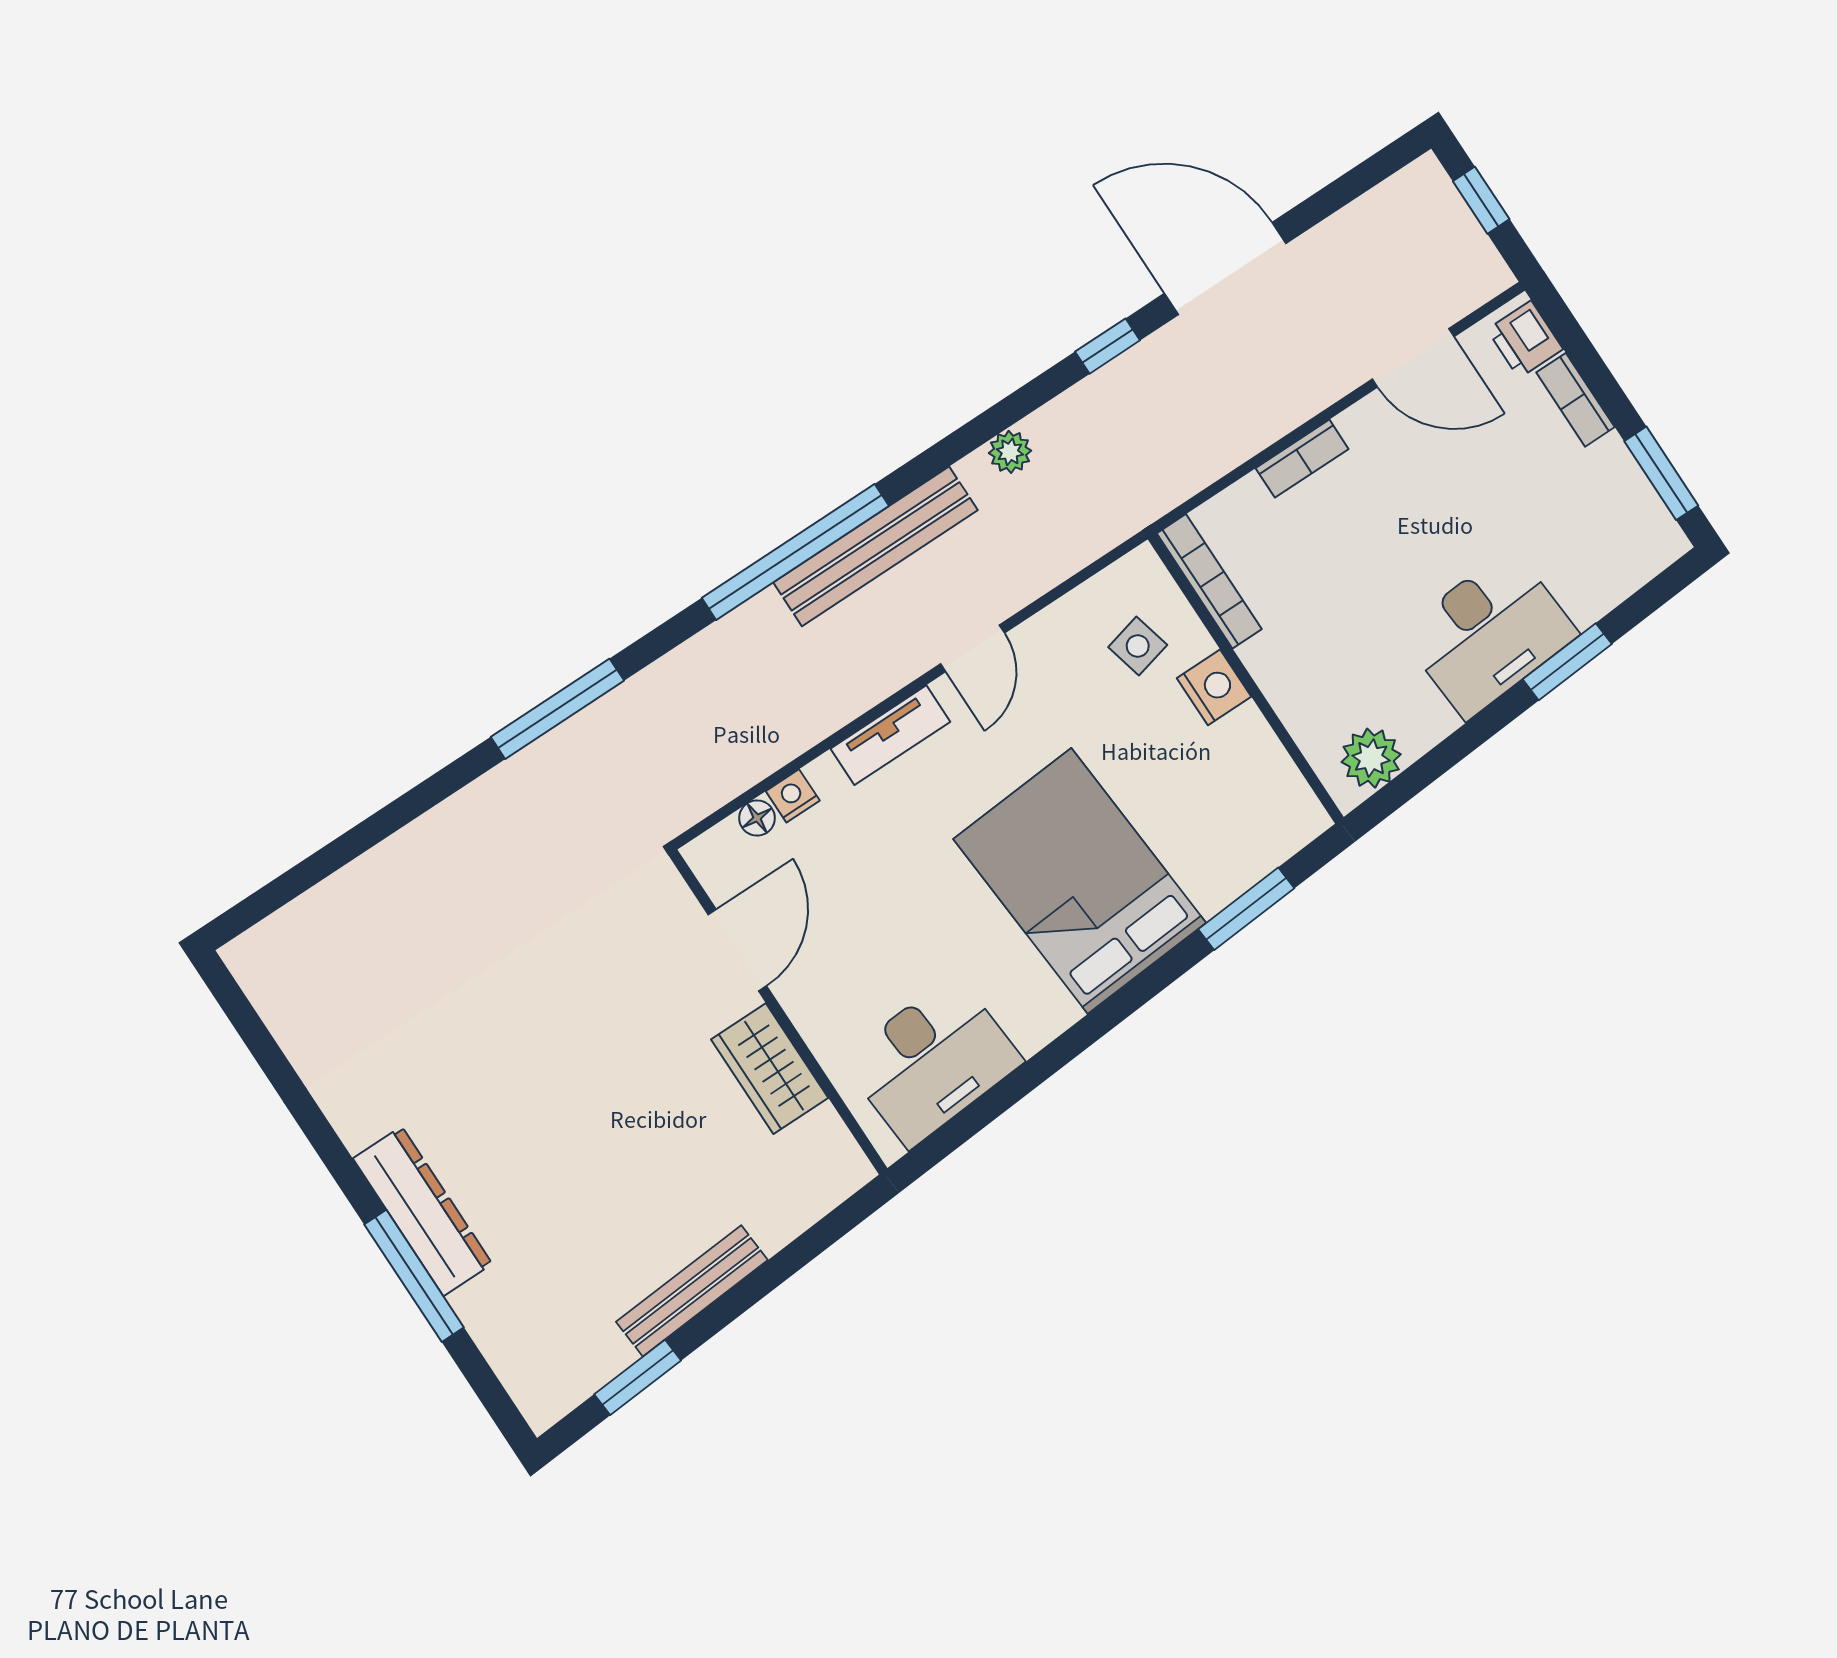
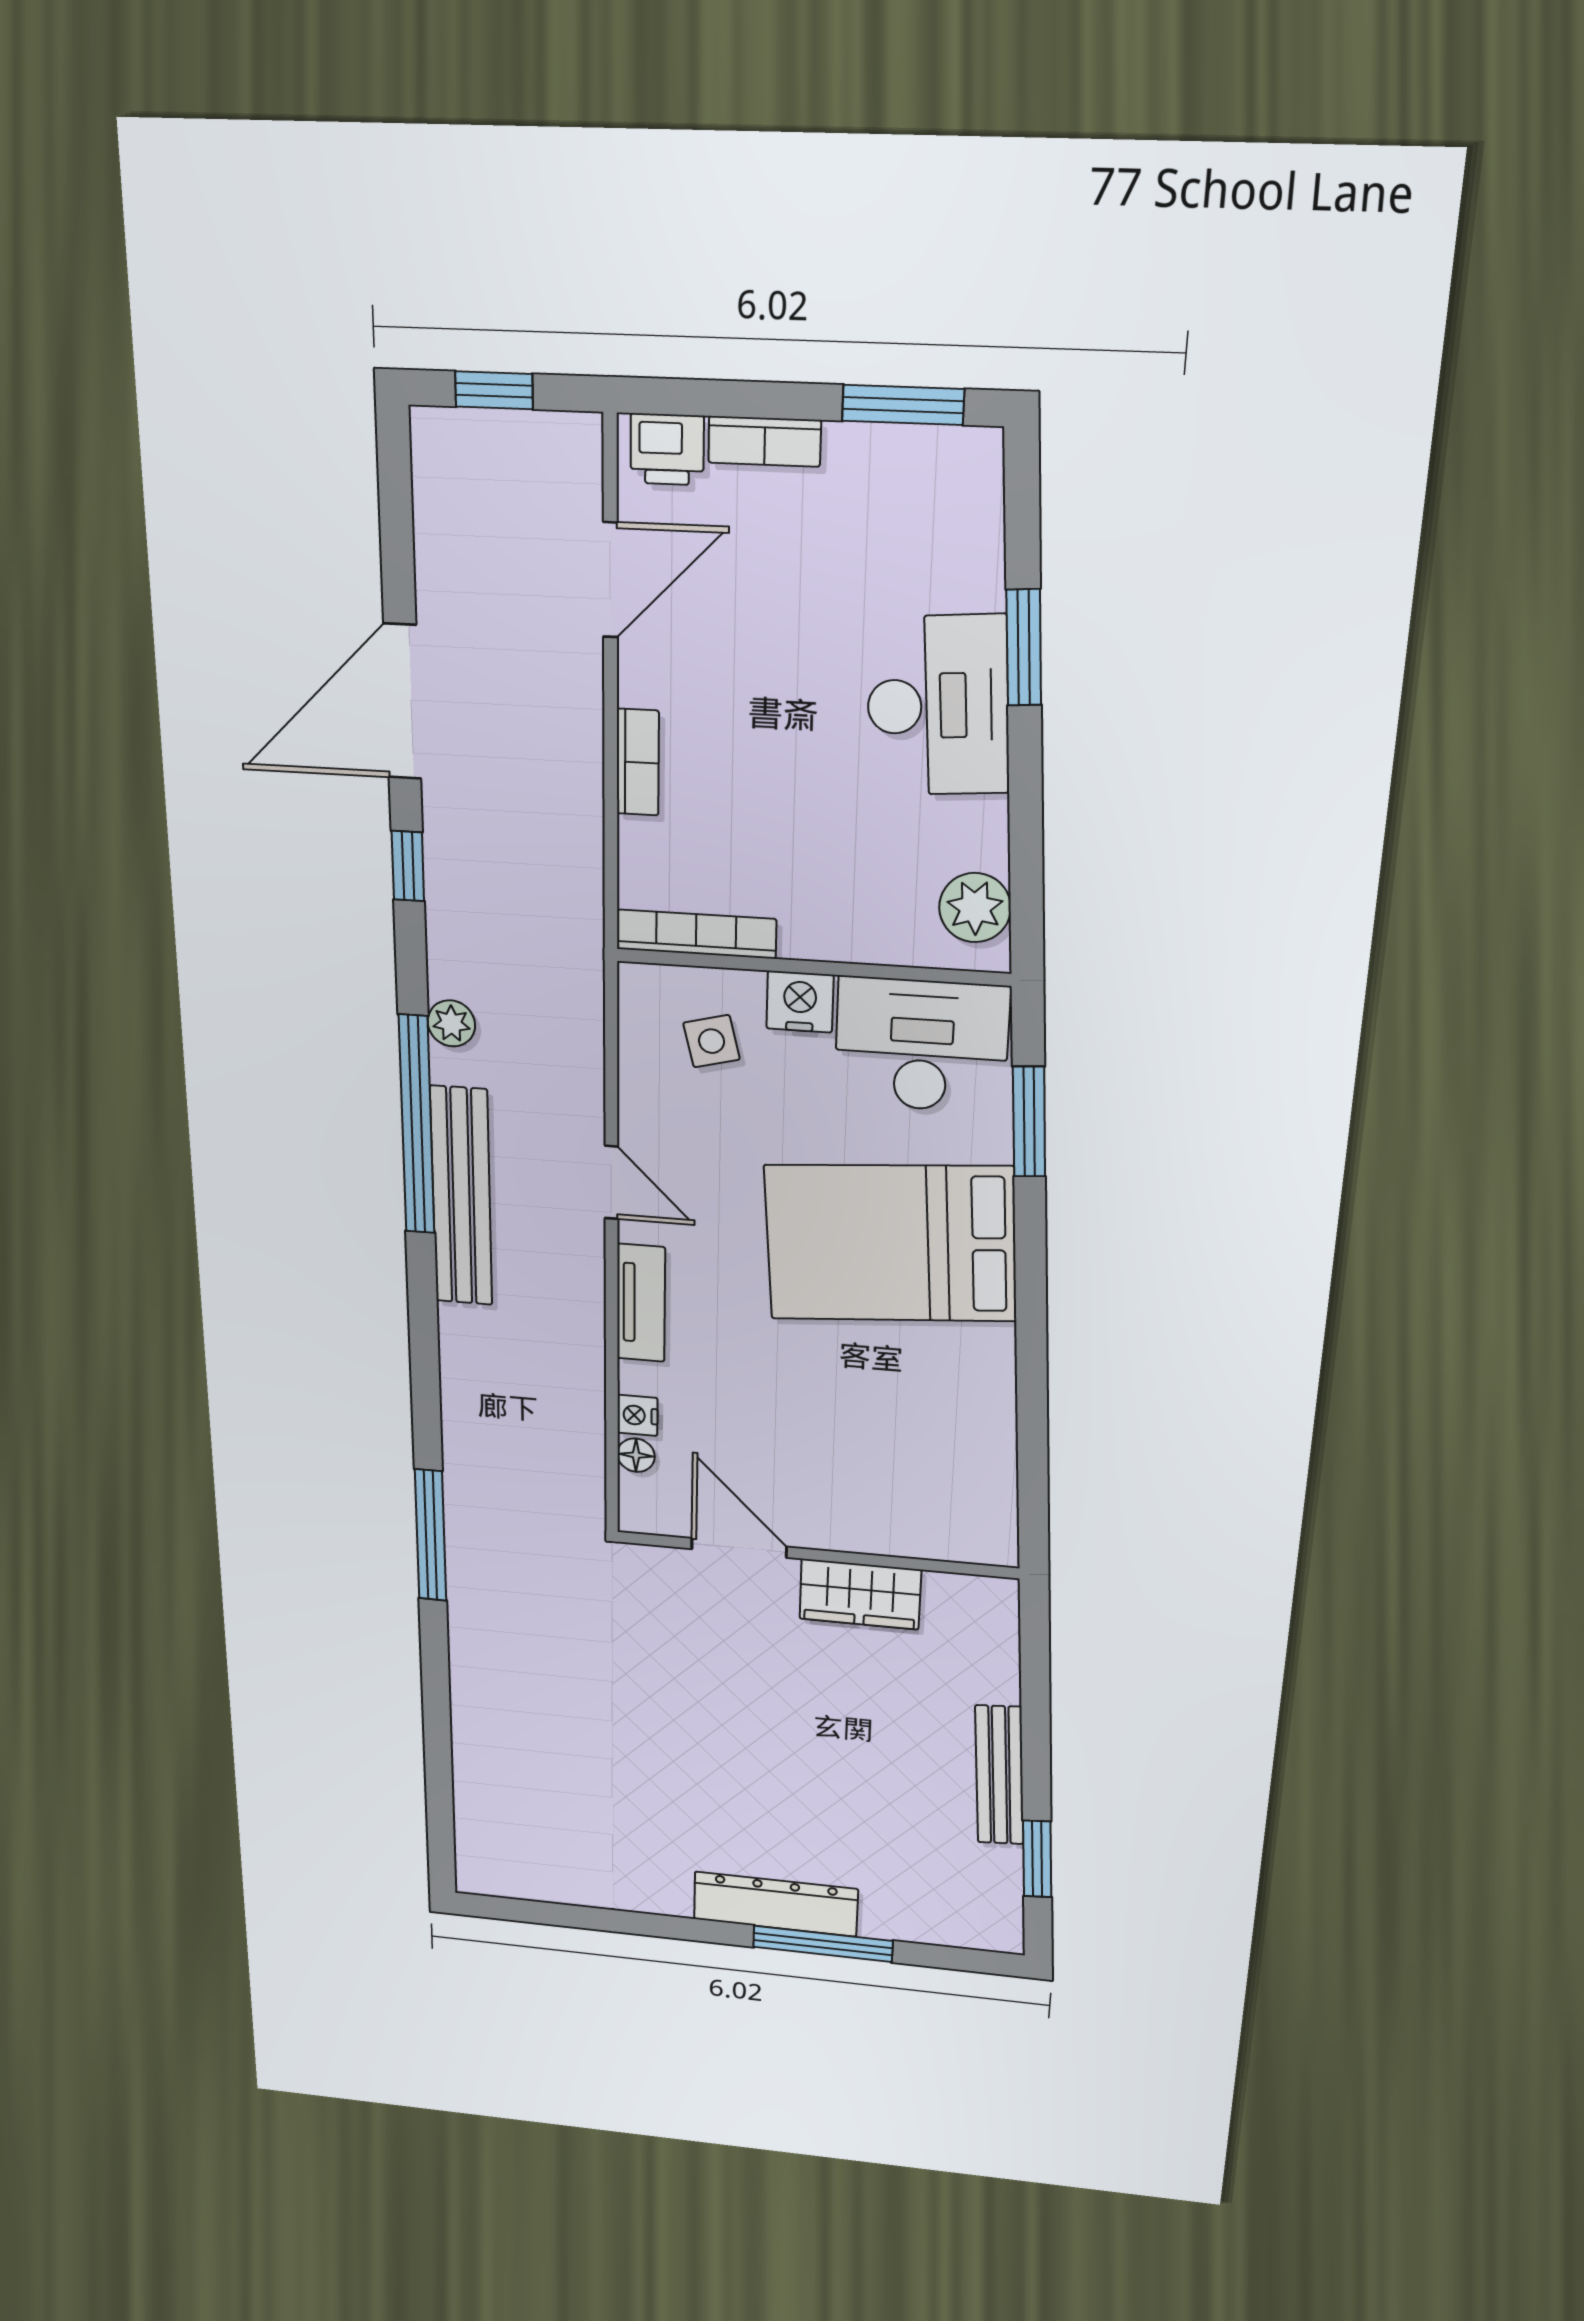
window: (795, 552) -> (417, 1125), moved
desk: (932, 1061) -> (921, 1045), moved, turned -86

